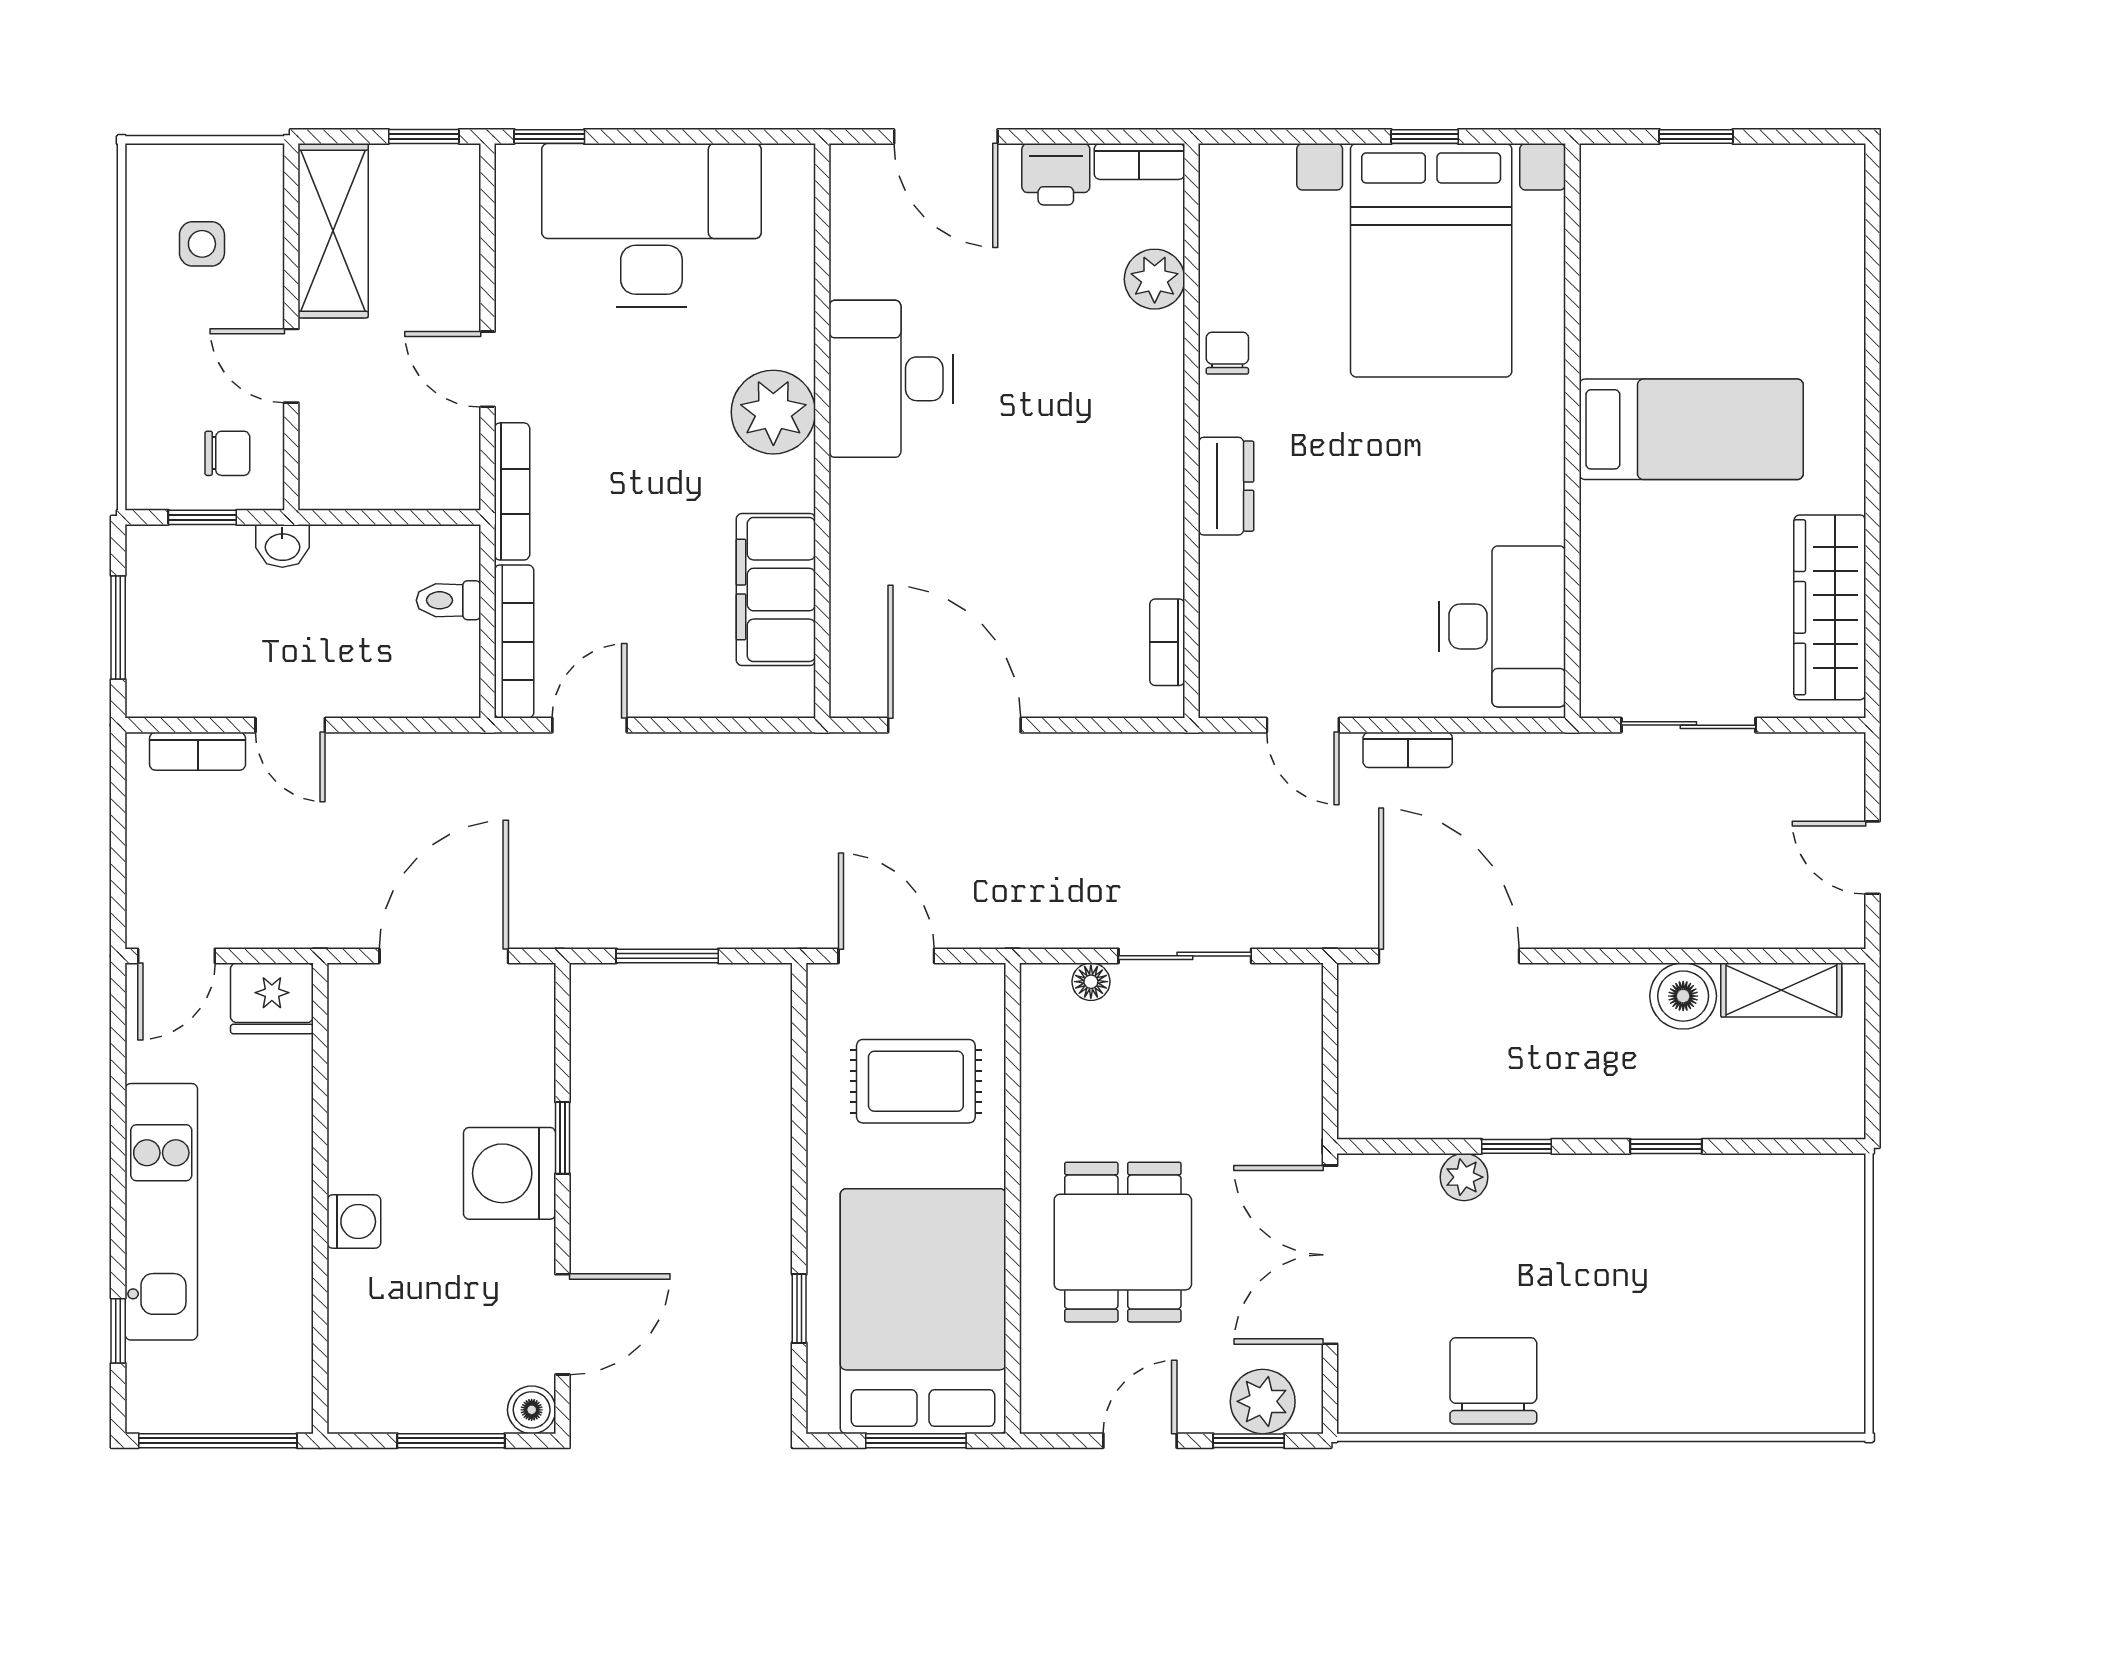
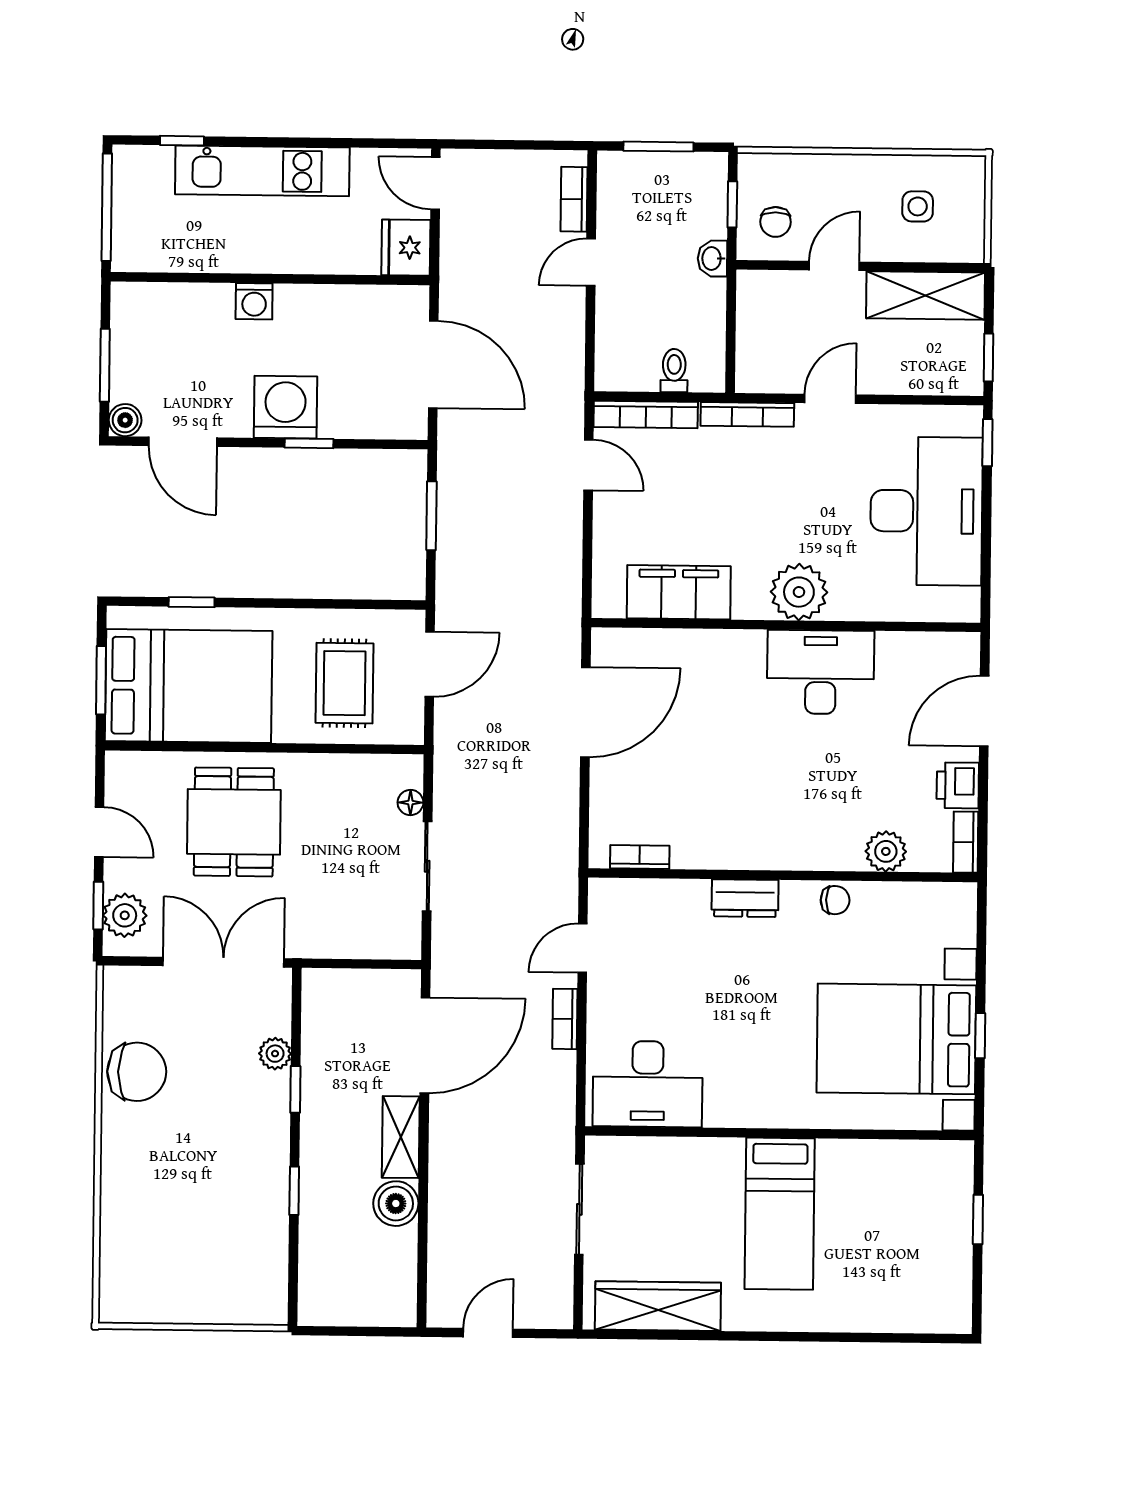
shelving: (1781, 990) -> (401, 1137), moved
dining table: (1123, 1242) -> (234, 822), turned 90

